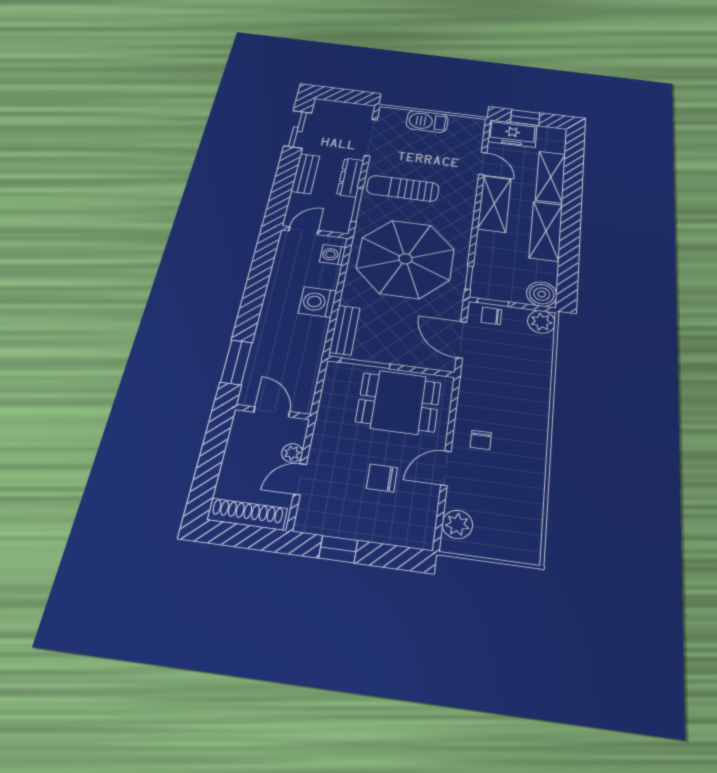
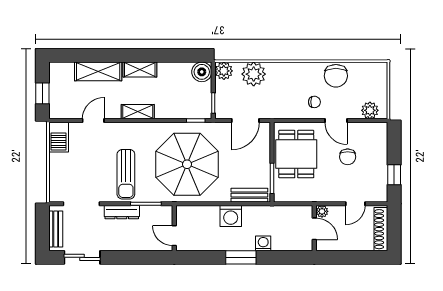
barbecue: (427, 122) -> (59, 137), moved
freezer: (512, 133) -> (60, 102), removed
bench: (305, 174) -> (56, 229), moved, turned 90
shelving: (494, 204) -> (138, 112), width x0.67, depth x0.75
shelving: (546, 231) -> (140, 70), width x0.67, depth x0.75
washing machine: (333, 255) -> (263, 243), moved, turned 180
chair: (491, 316) -> (336, 76), moved, width x1.87, depth x1.87
plant: (534, 360) -> (254, 74), added
window: (236, 362) -> (241, 257), moved
door: (272, 412) -> (314, 229), swing flipped
plant: (292, 453) -> (322, 211), moved
door: (300, 479) -> (355, 204), hinge flipped

